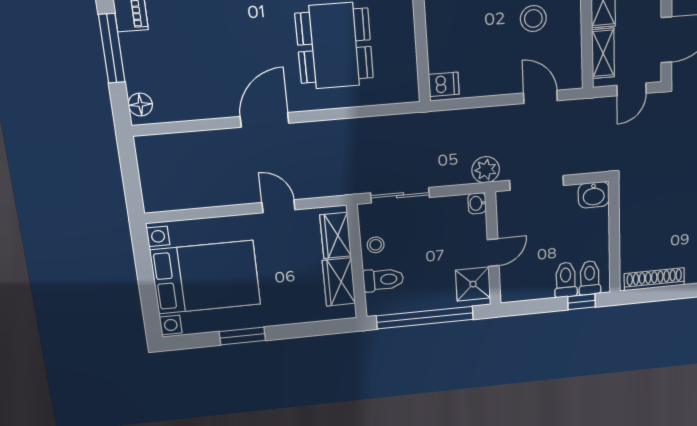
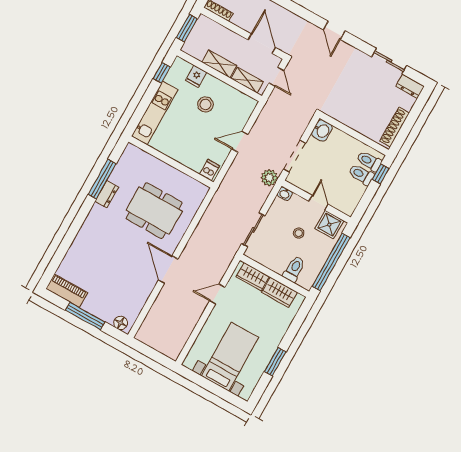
door: (540, 97) -> (240, 142), moved
stool: (376, 245) -> (299, 233), moved
bed with nightstands: (206, 277) -> (230, 357), width x0.73

